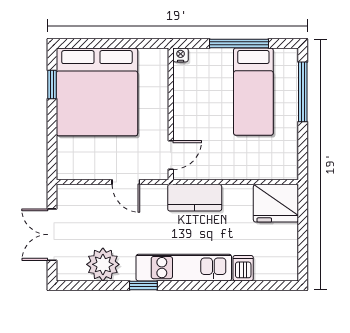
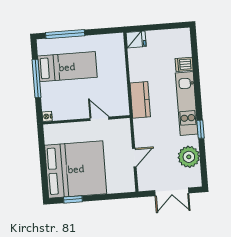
door: (171, 155) -> (99, 119), moved
door: (126, 182) -> (134, 158), moved
fridge: (276, 203) -> (136, 39), width x0.53, depth x0.75

